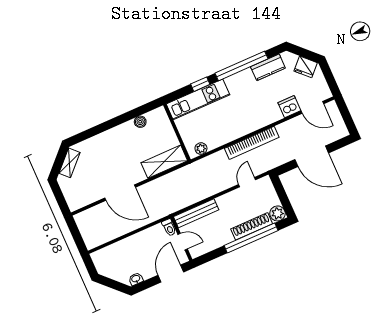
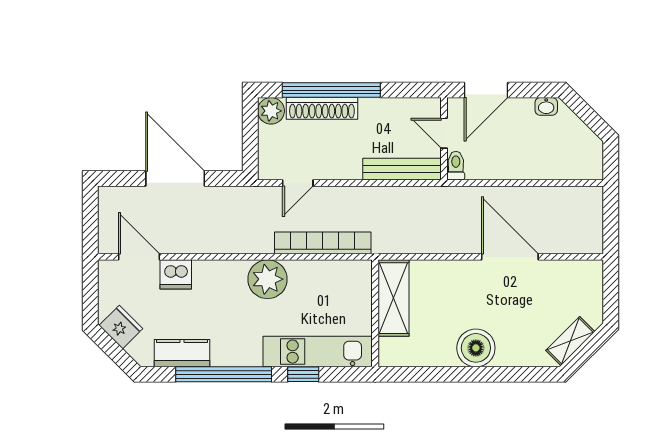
boiler: (140, 122) -> (476, 348), moved, width x1.86, depth x1.86
bookcase: (252, 143) -> (323, 243), moved
plant: (201, 149) -> (267, 279), moved, width x1.88, depth x1.88
shelving: (164, 162) -> (393, 298), moved, turned 90

